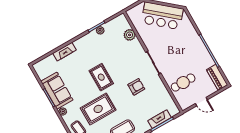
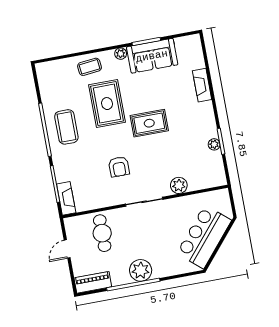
plant: (130, 35) -> (179, 185), moved
plant: (198, 49) -> (141, 270), added
fireplace: (160, 119) -> (66, 198), moved

